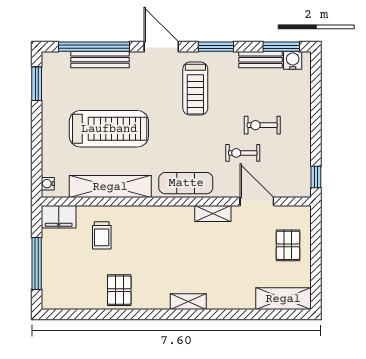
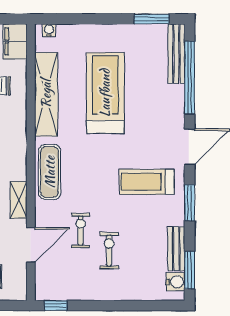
bench: (100, 60) -> (176, 54), moved
treadmill: (109, 129) -> (105, 93), turned 180

